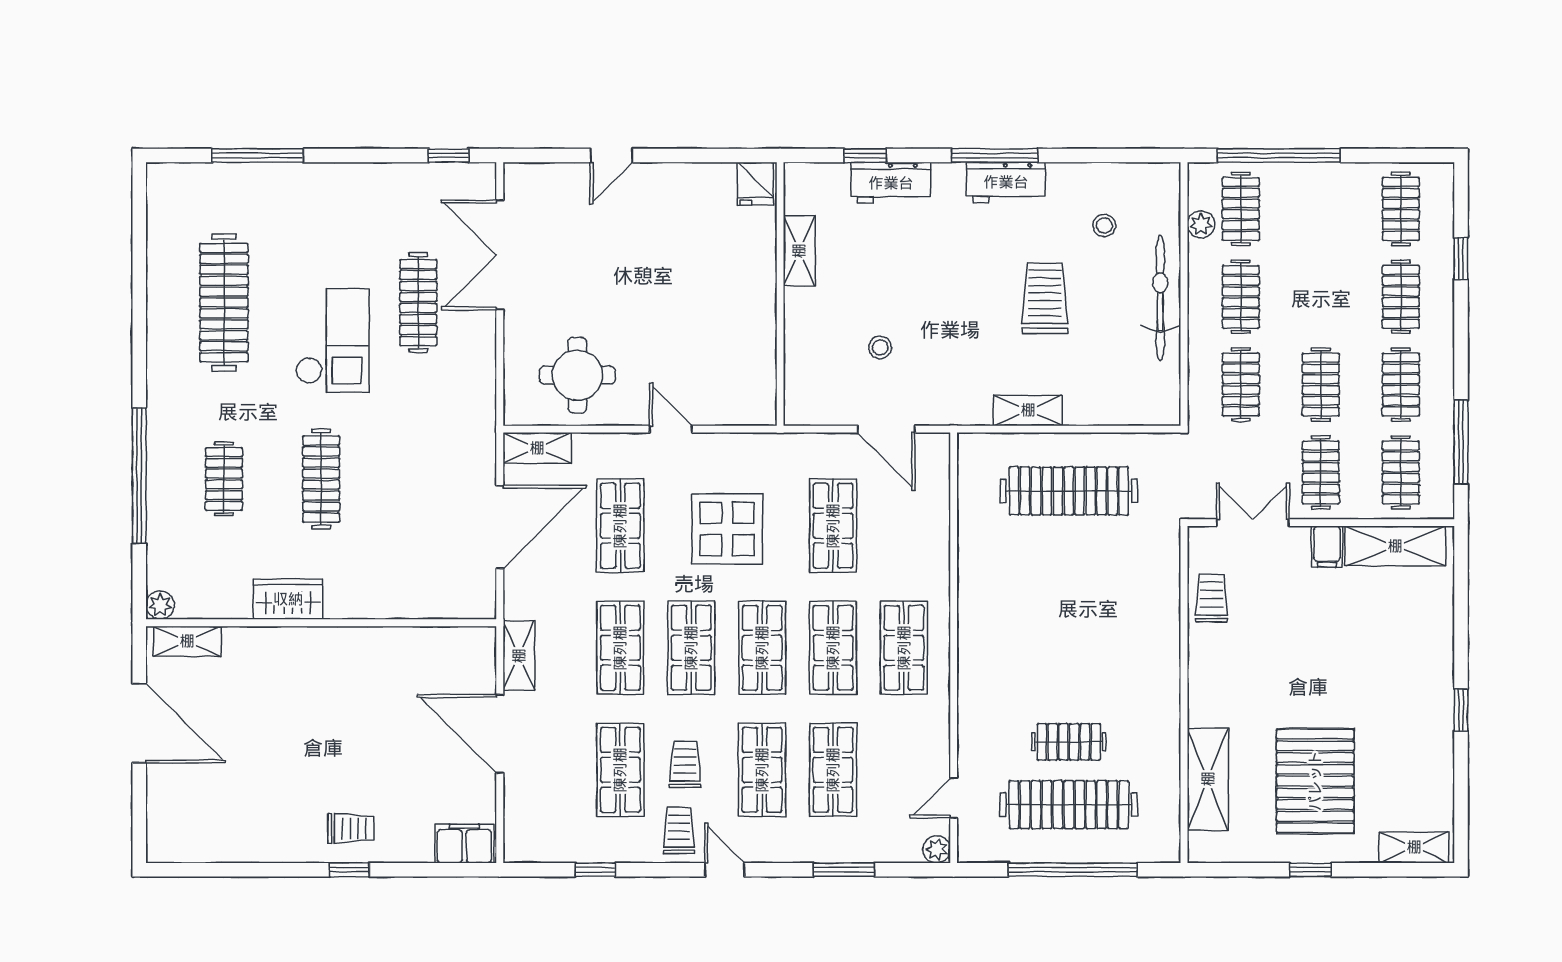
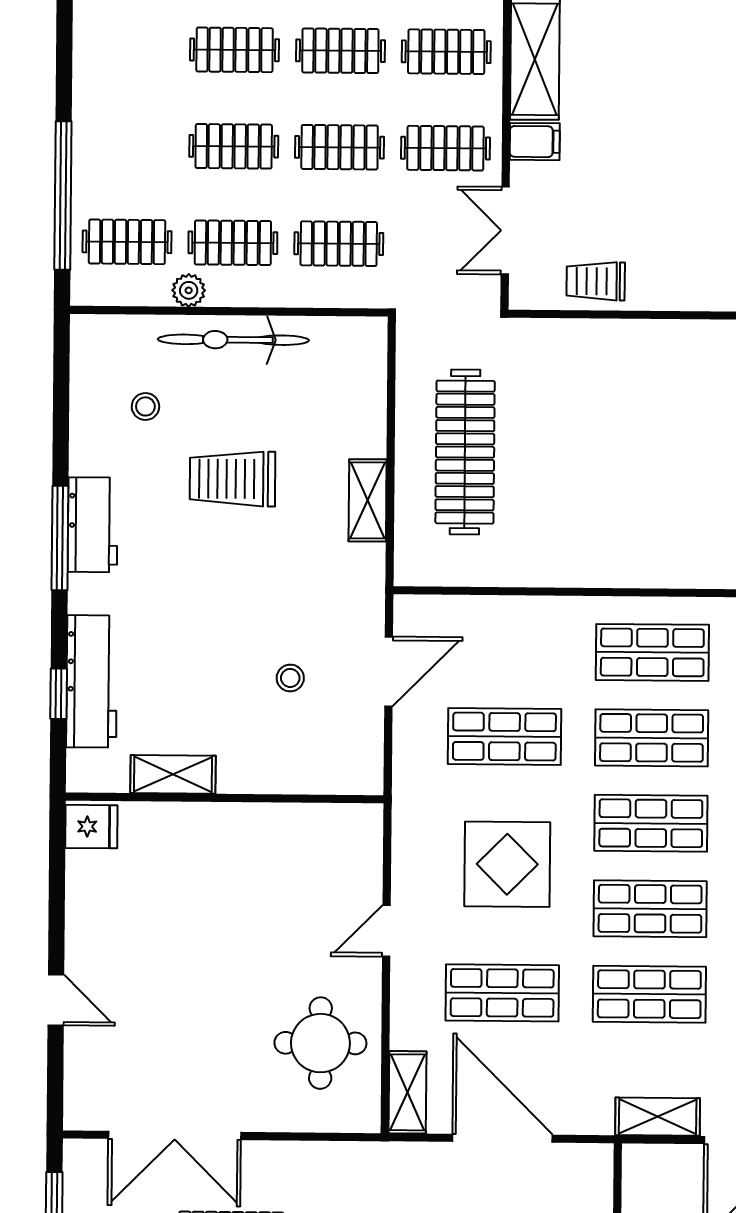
workbench: (891, 183) -> (92, 681), width x1.38
clothes rail: (1401, 209) -> (234, 146), moved
plant: (1201, 224) -> (189, 290), moved

